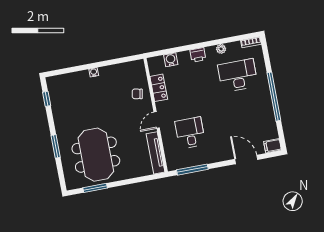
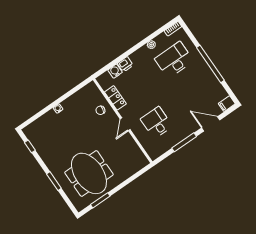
printer: (198, 55) -> (125, 64), moved
tv unit: (156, 153) -> (136, 151), removed
window: (192, 170) -> (184, 142), moved

